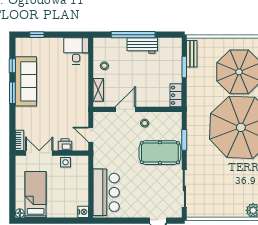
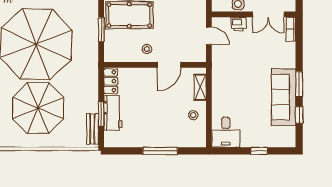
window: (37, 35) -> (259, 151), moved
window: (133, 35) -> (160, 151), width x0.68
workbench: (142, 46) -> (113, 113), moved, turned 90

